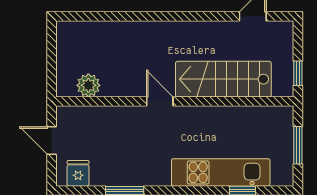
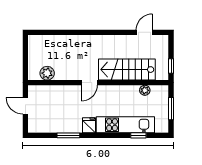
door: (160, 101) -> (89, 83), swing flipped
plant: (254, 114) -> (145, 90), added
fridge: (78, 173) -> (89, 125), moved

